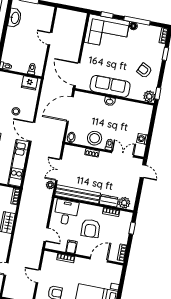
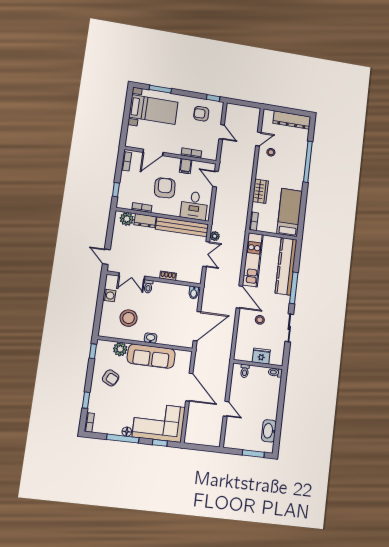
door: (77, 74) -> (189, 387), moved
fridge: (29, 83) -> (261, 356), moved
plant: (149, 96) -> (120, 349), moved
stool: (95, 138) -> (129, 318), moved

